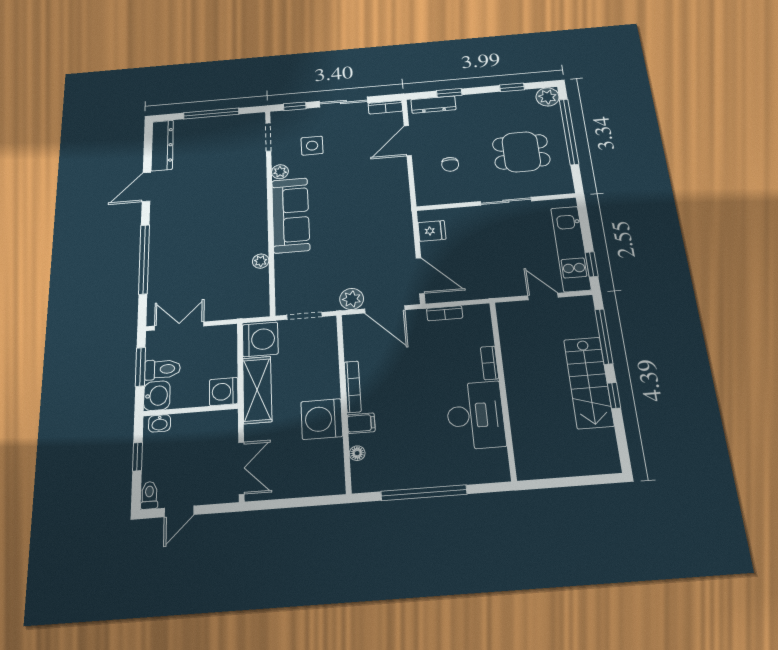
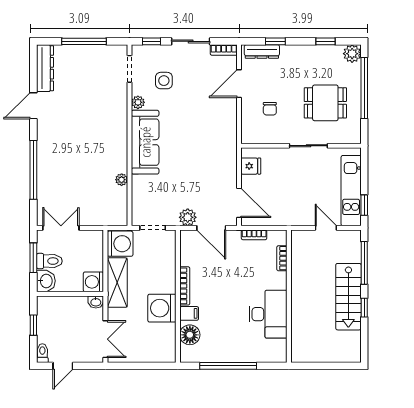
bookcase: (490, 363) -> (282, 258), moved
washbasin: (160, 423) -> (96, 302), moved
floor lamp: (357, 453) -> (190, 335), width x1.89, depth x1.89

